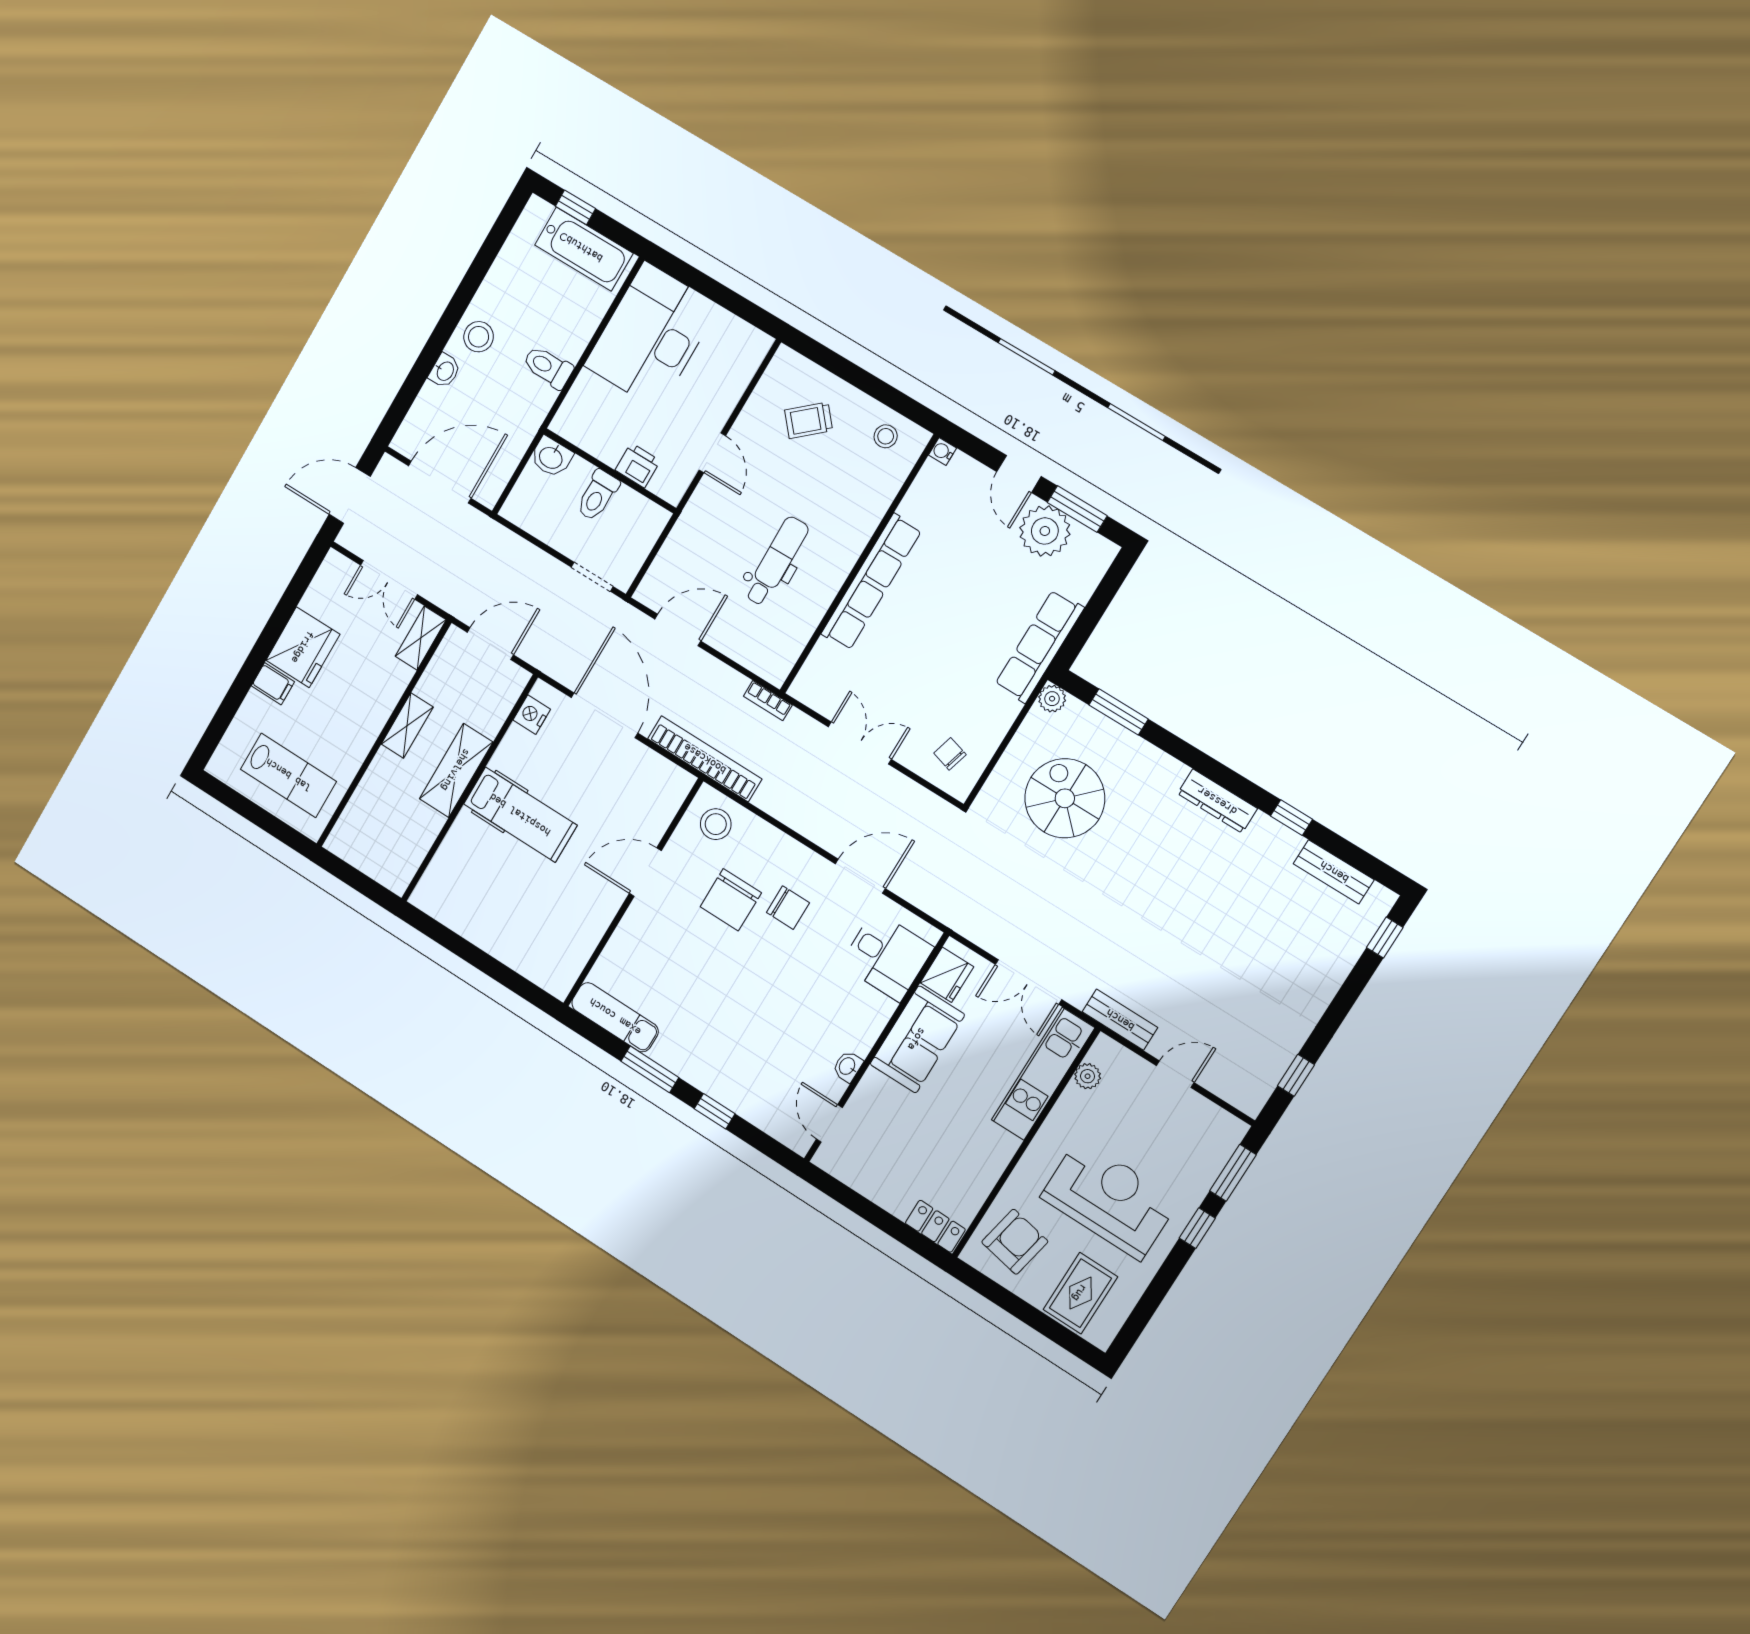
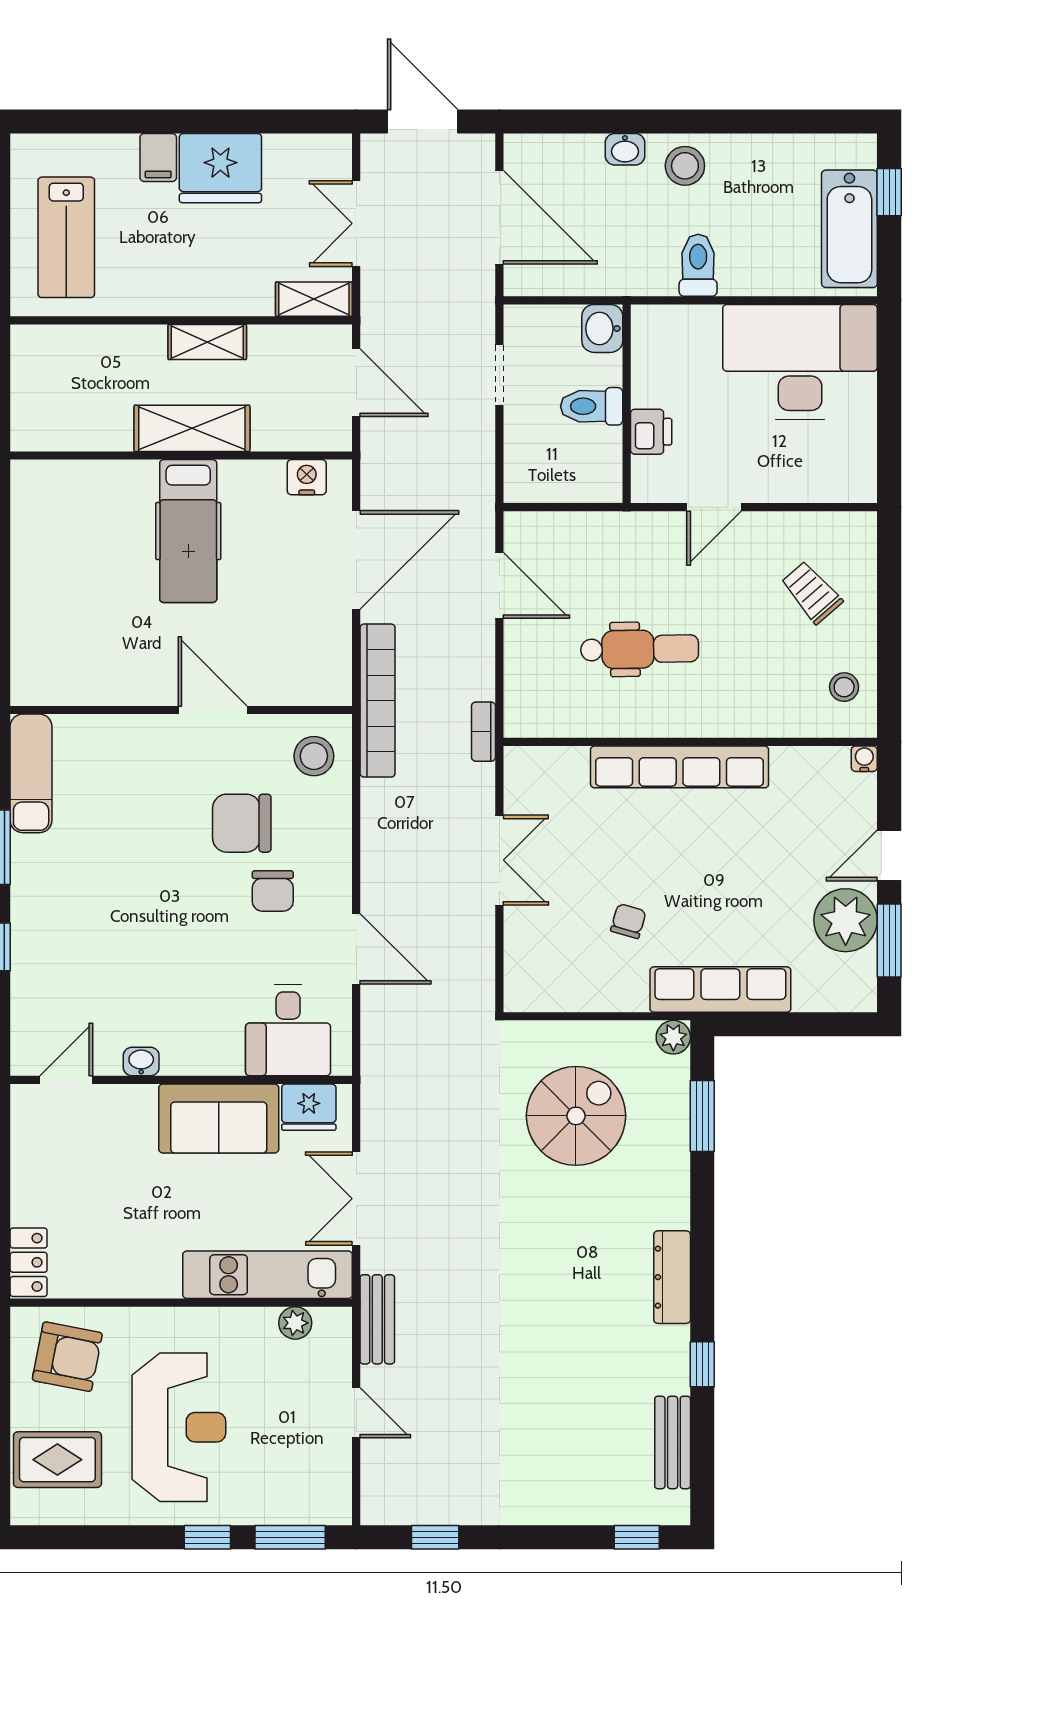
doorway: (592, 577) -> (499, 375), moved
chair: (950, 754) -> (628, 921), moved

